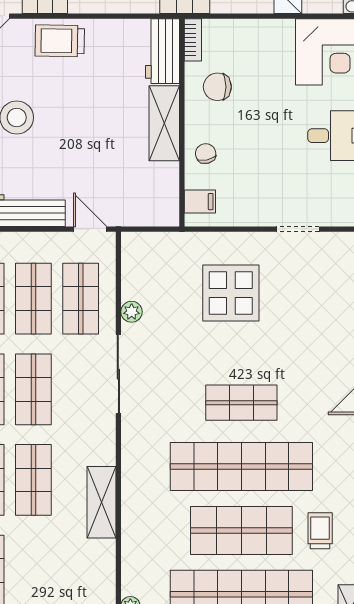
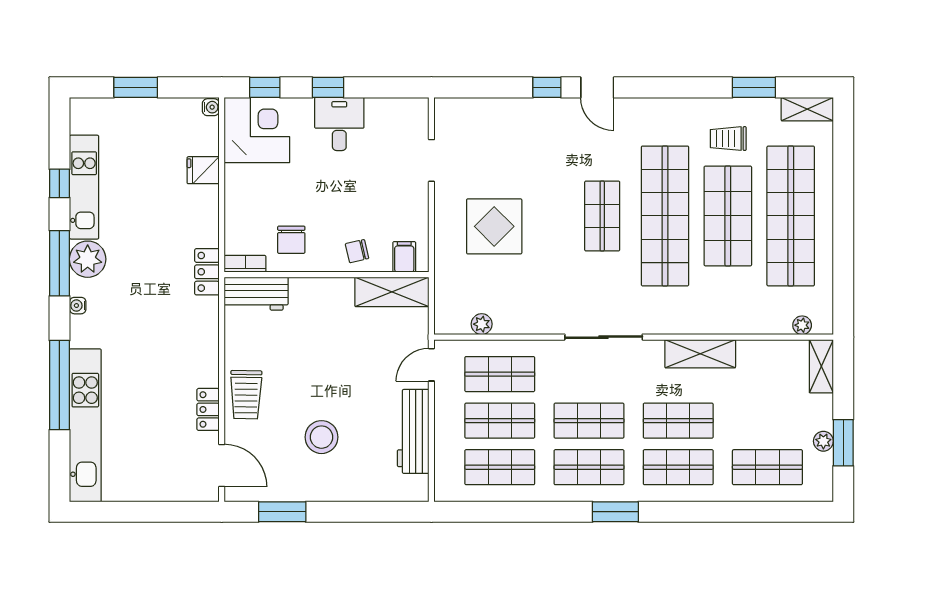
shelving: (164, 123) -> (392, 292), moved
plant: (132, 312) -> (482, 324), moved
sliding door: (118, 374) -> (604, 337), moved

